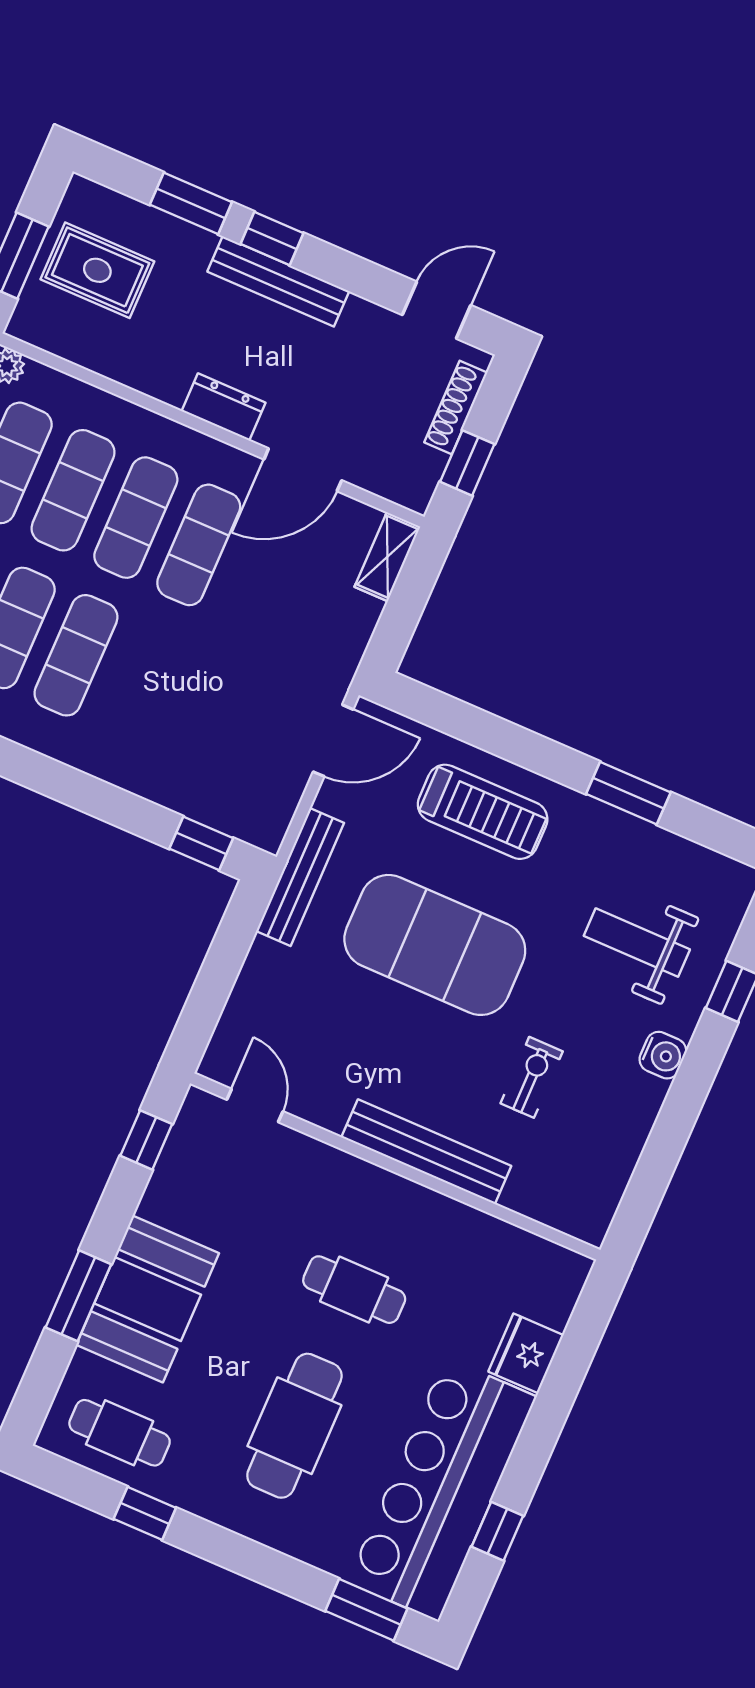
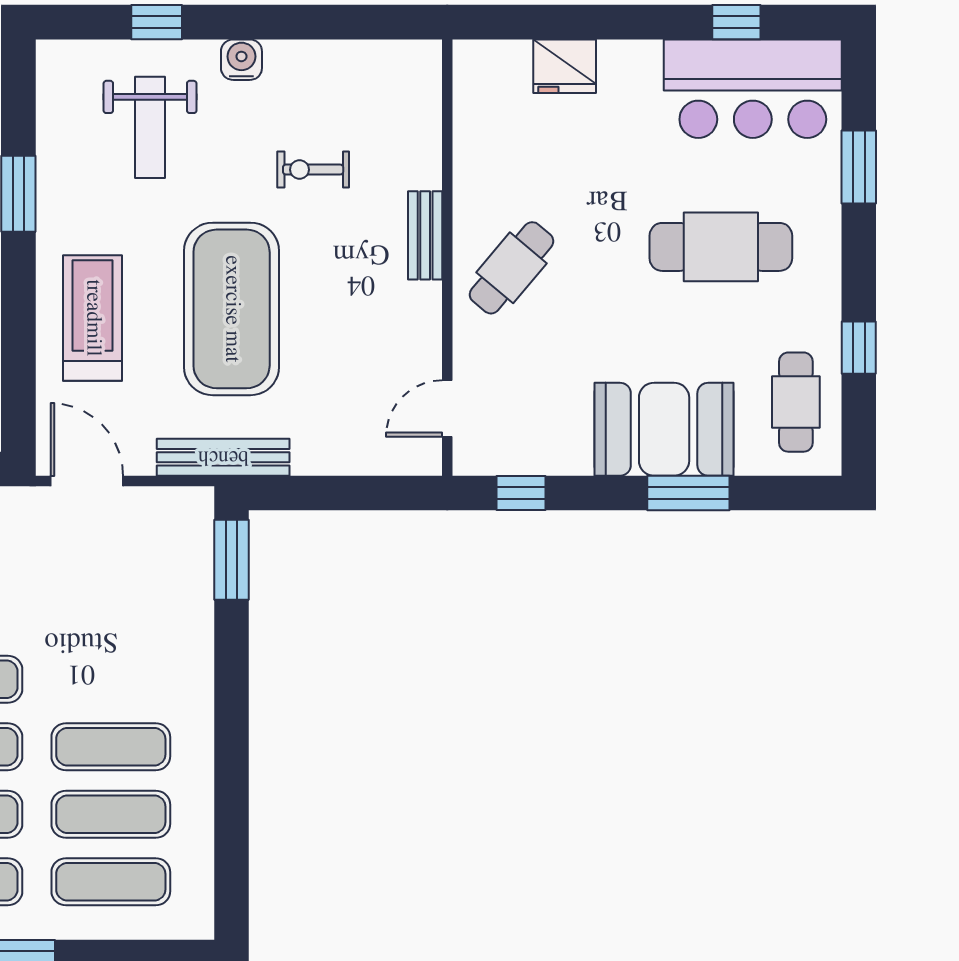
window: (201, 843) -> (231, 560), width x1.50
bench: (426, 1152) -> (425, 235), width x0.54, depth x0.82
cafe table: (354, 1290) -> (512, 268), moved, turned 40
bar counter: (442, 1489) -> (753, 89), width x0.73
window: (366, 1610) -> (859, 167), moved

